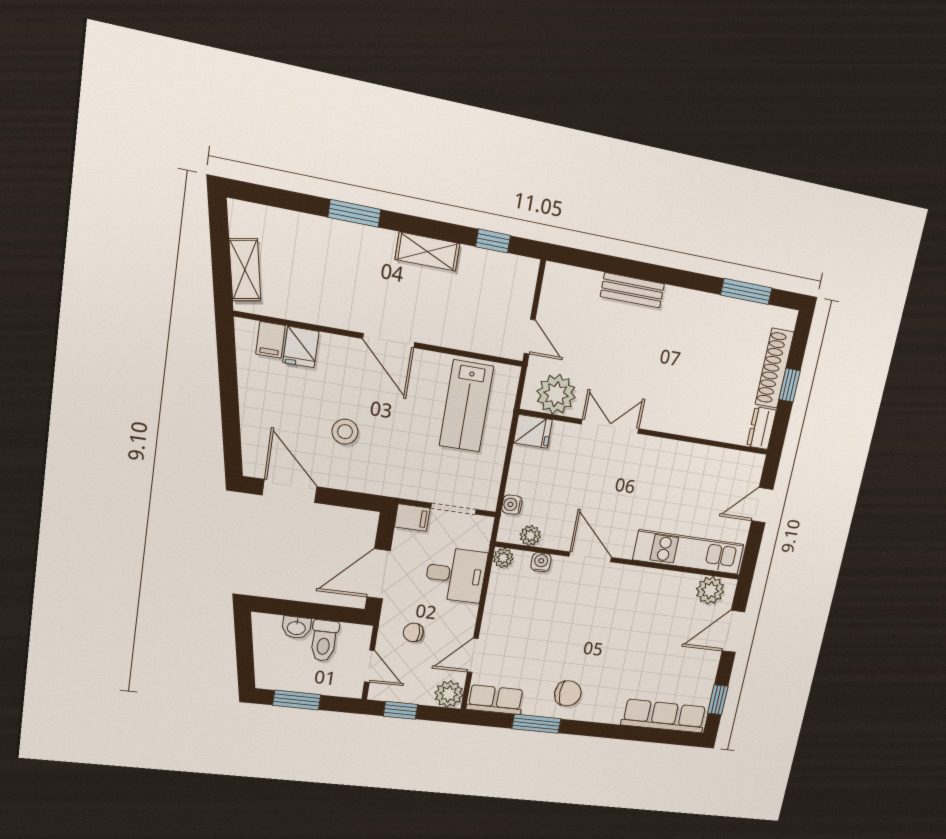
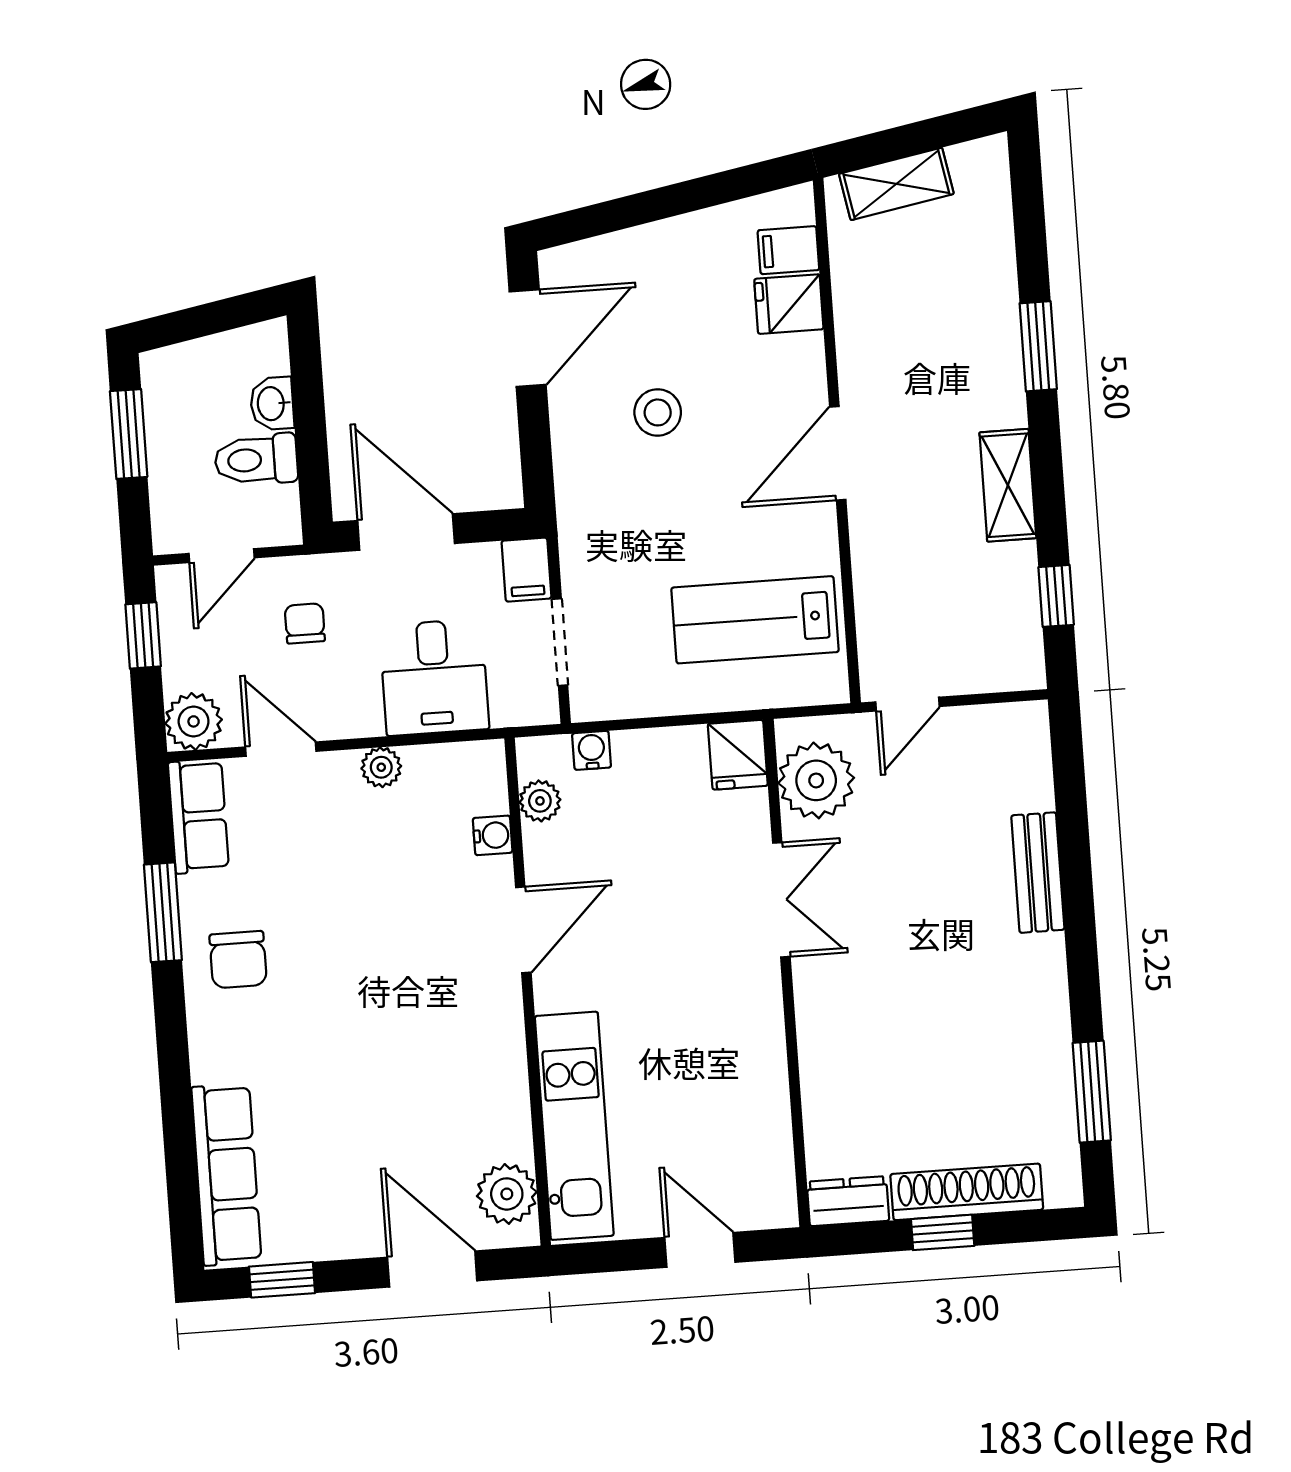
plant: (503, 558) -> (381, 767), moved

